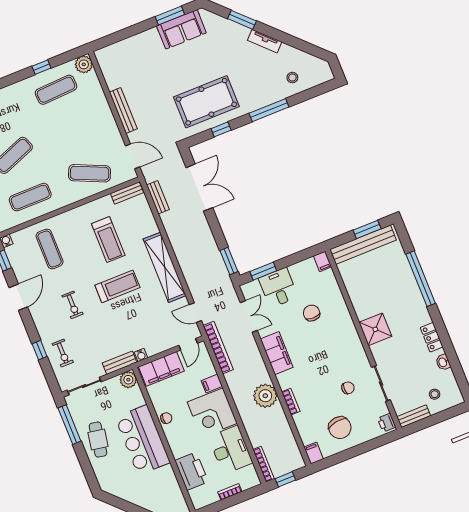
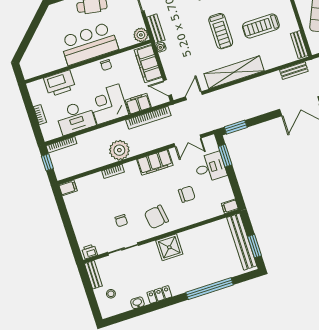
bookcase: (218, 348) -> (148, 118), moved
filing cabinet: (212, 384) -> (138, 104), width x2.00
chair: (340, 428) -> (156, 217), moved

